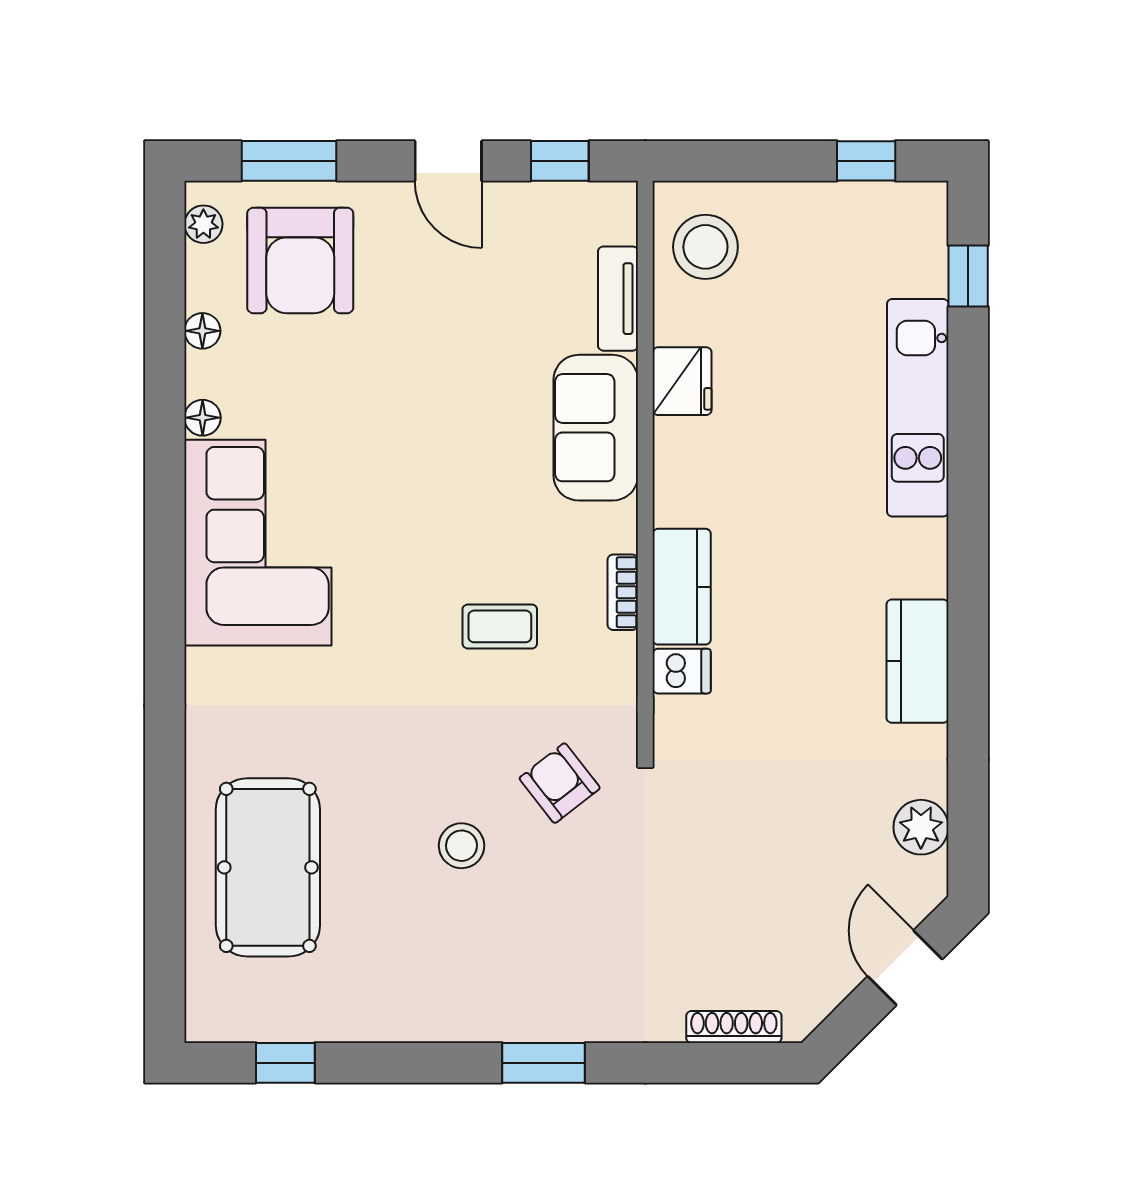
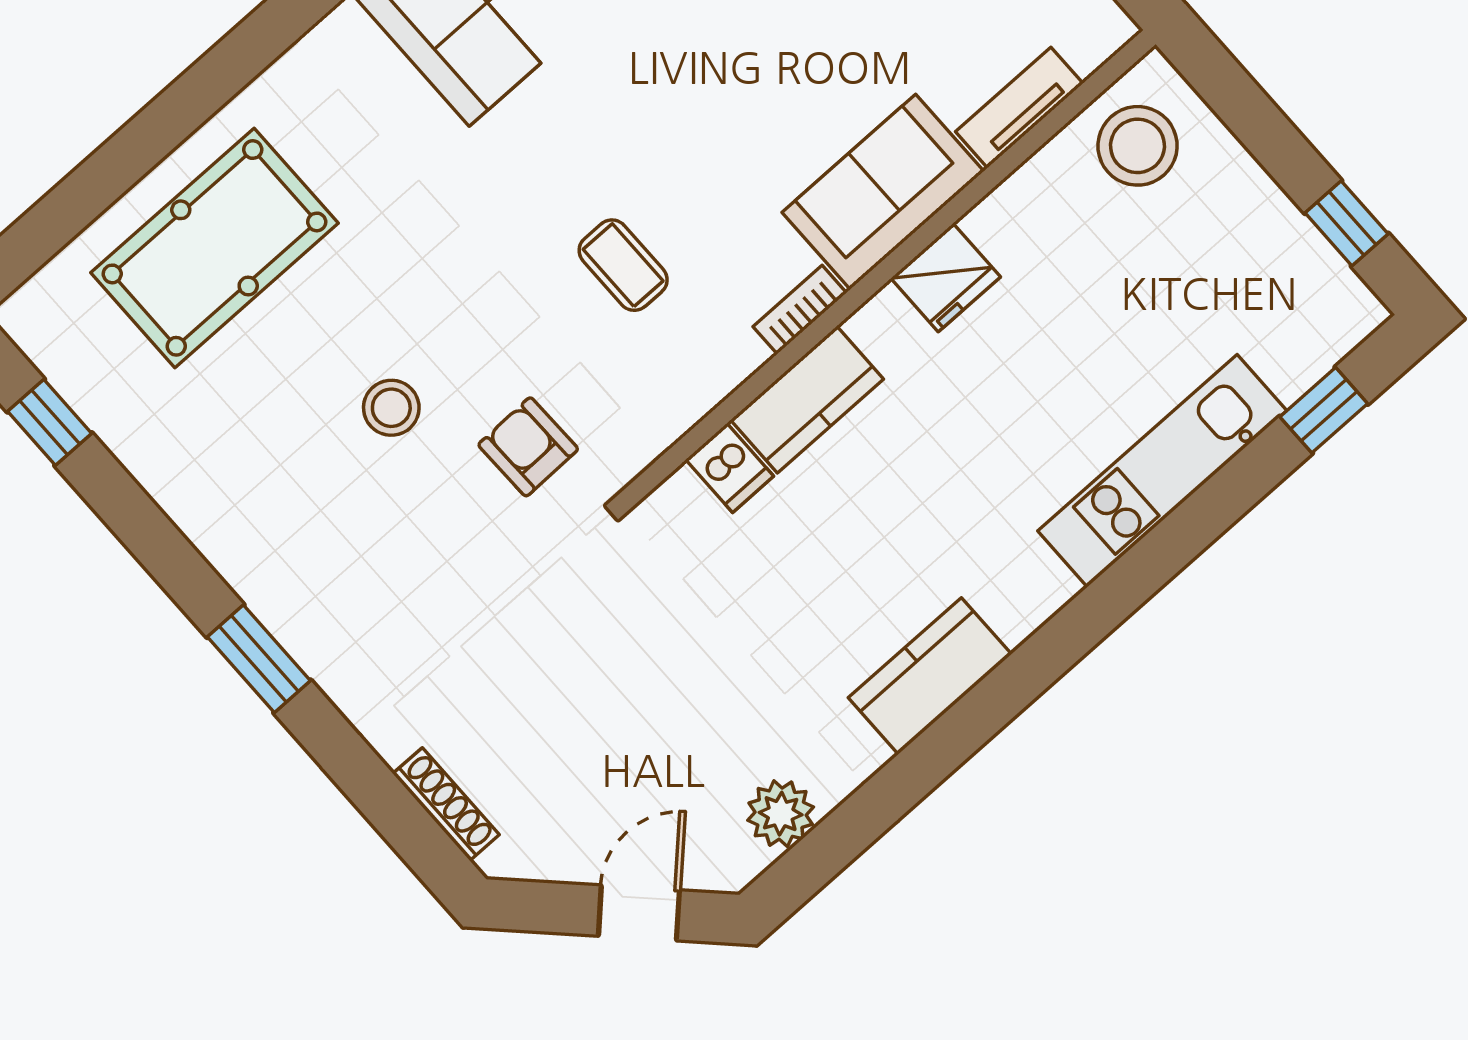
fridge: (682, 381) -> (946, 278), moved
bookcase: (623, 592) -> (800, 310), moved
armchair: (560, 783) -> (528, 447), turned -53

